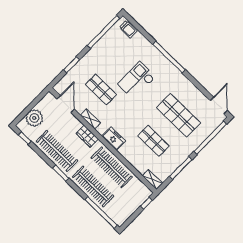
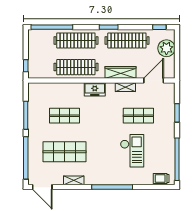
checkout: (137, 80) -> (132, 151), moved
door: (66, 104) -> (154, 80), swing flipped
wardrobe: (87, 136) -> (121, 72), width x1.50
shelving: (152, 180) -> (74, 180), moved

